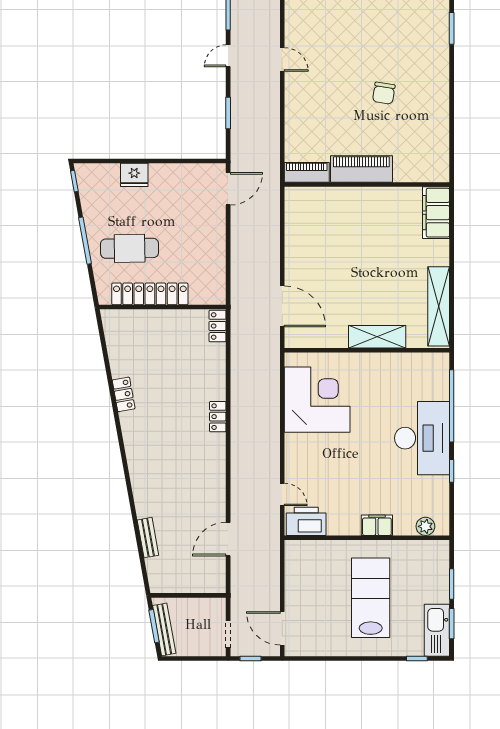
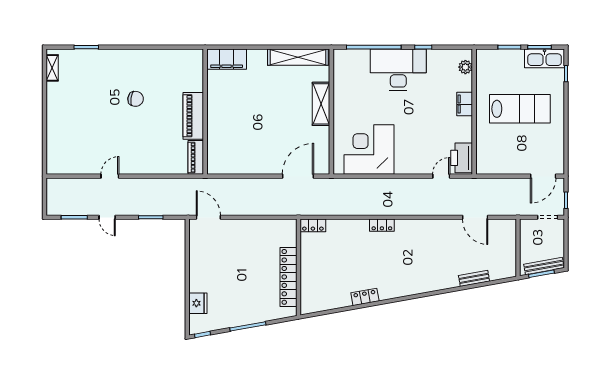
fridge: (134, 175) -> (198, 303), moved
cafe table: (130, 248) -> (254, 292), removed
lab bench: (371, 598) -> (520, 109), turned 180

